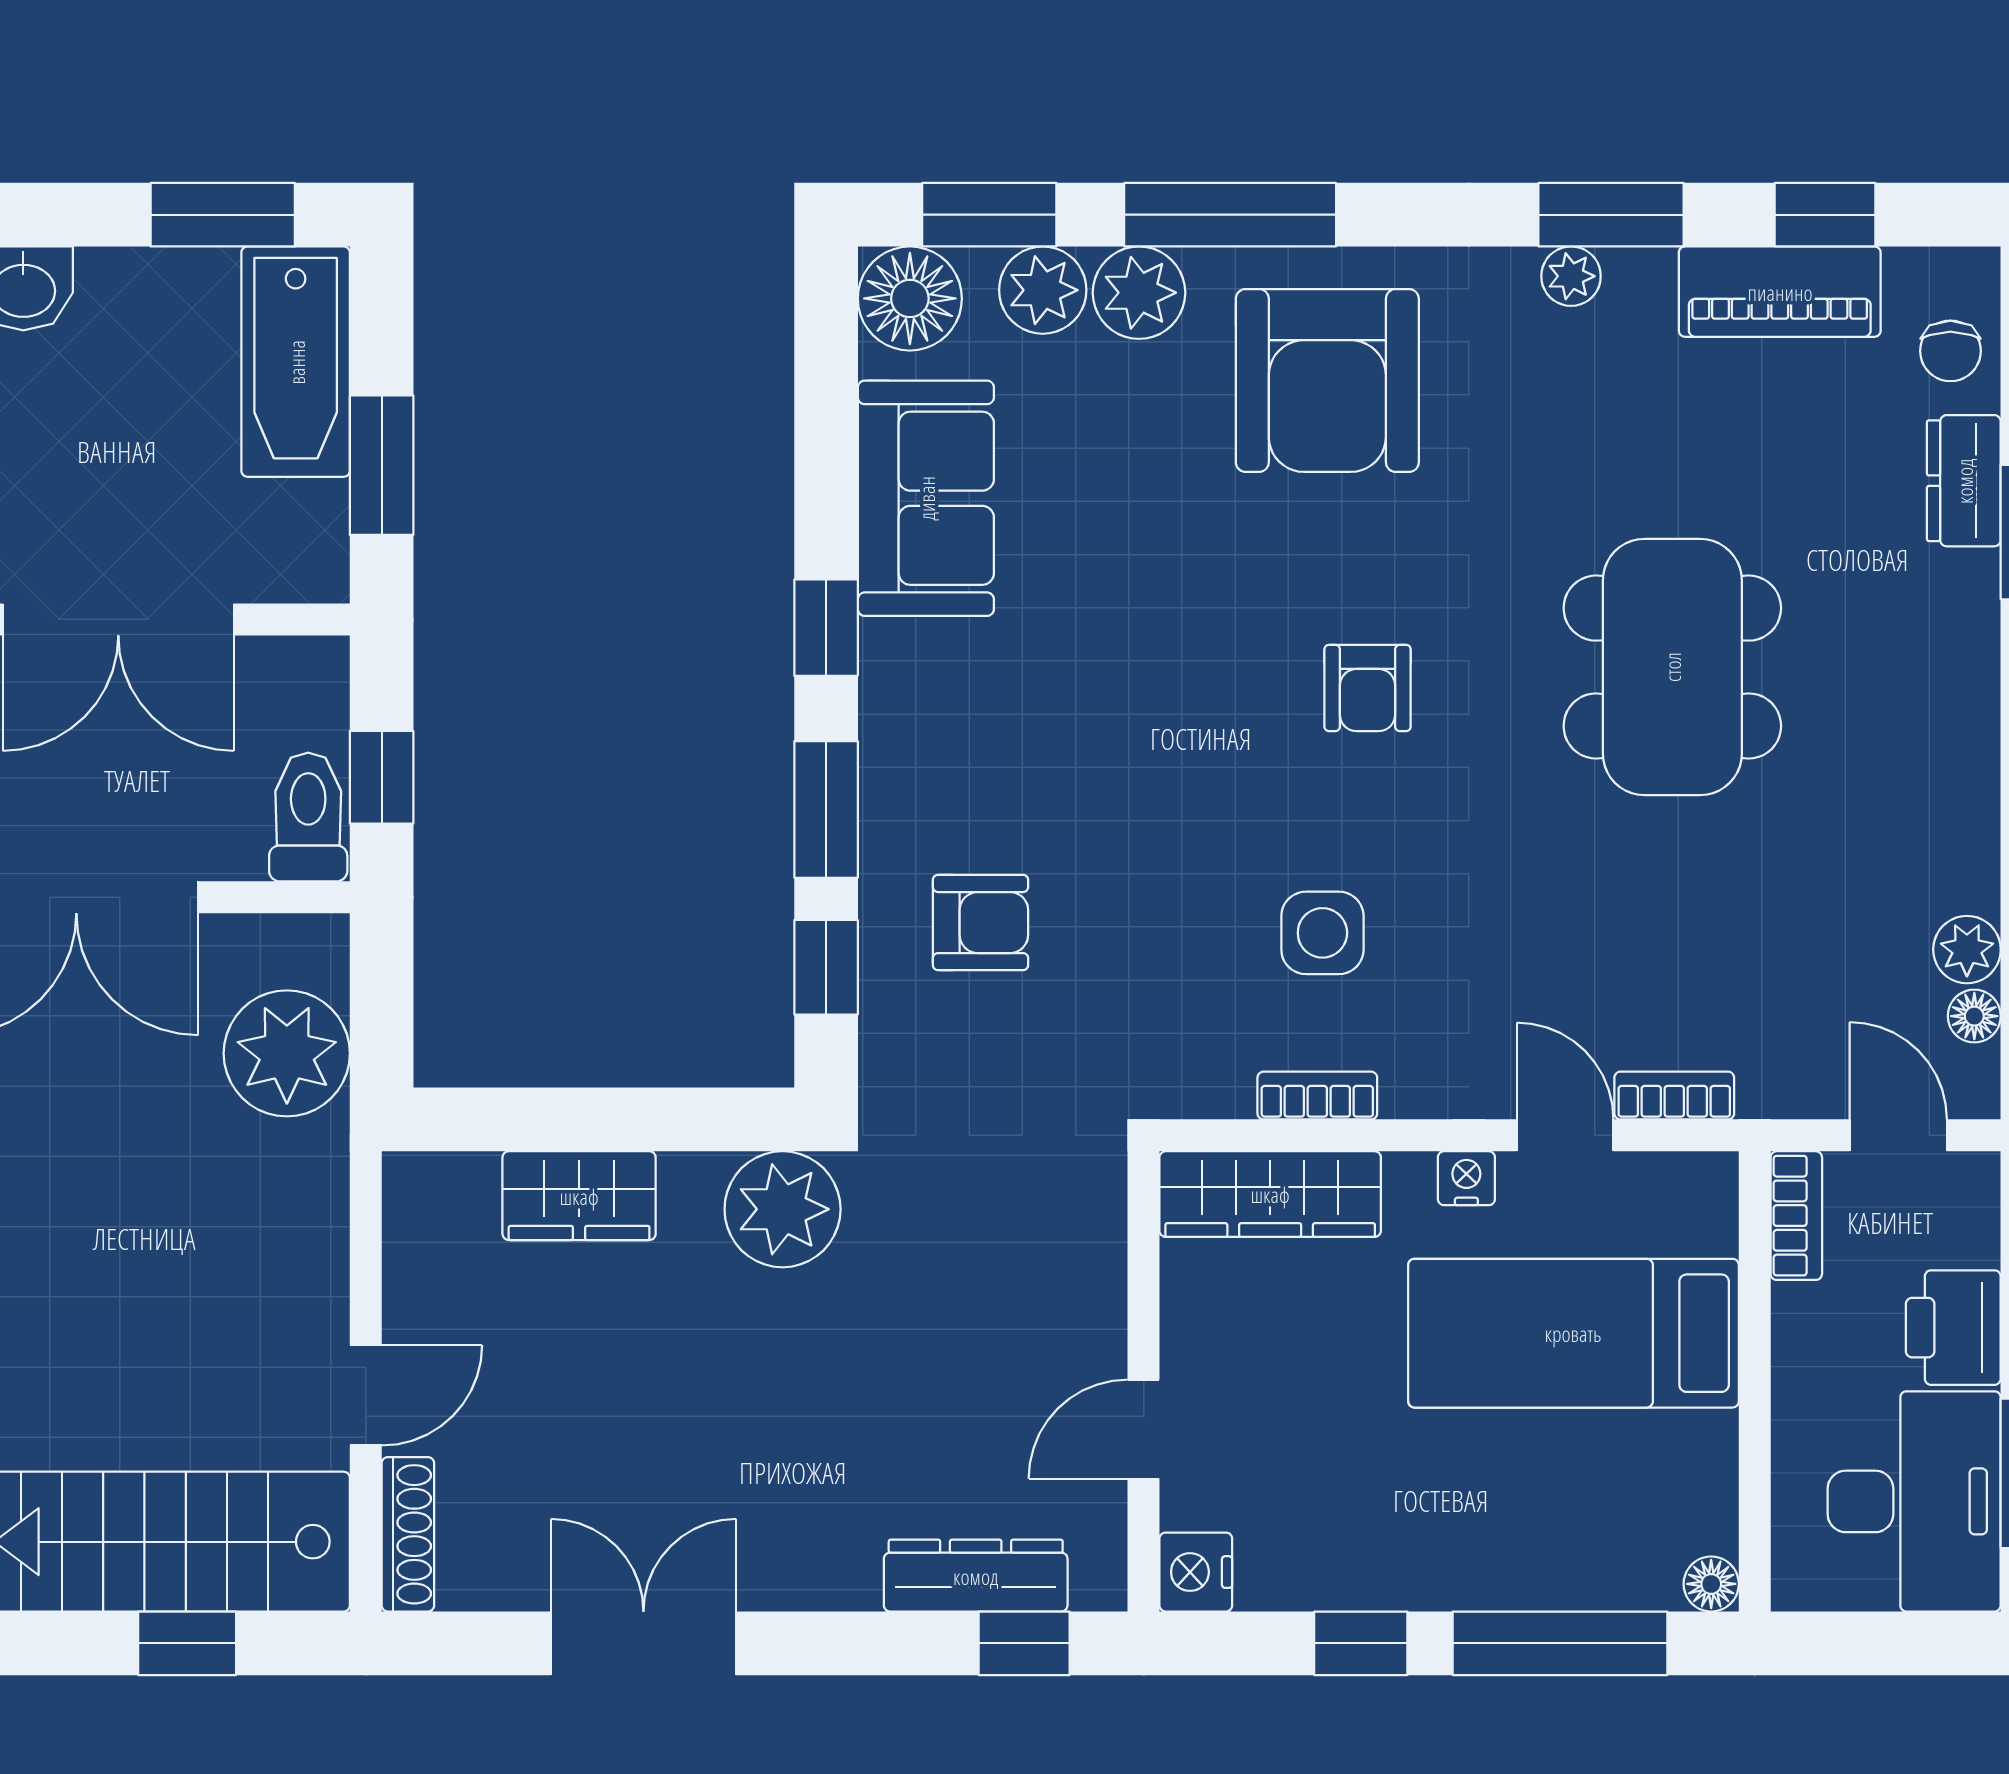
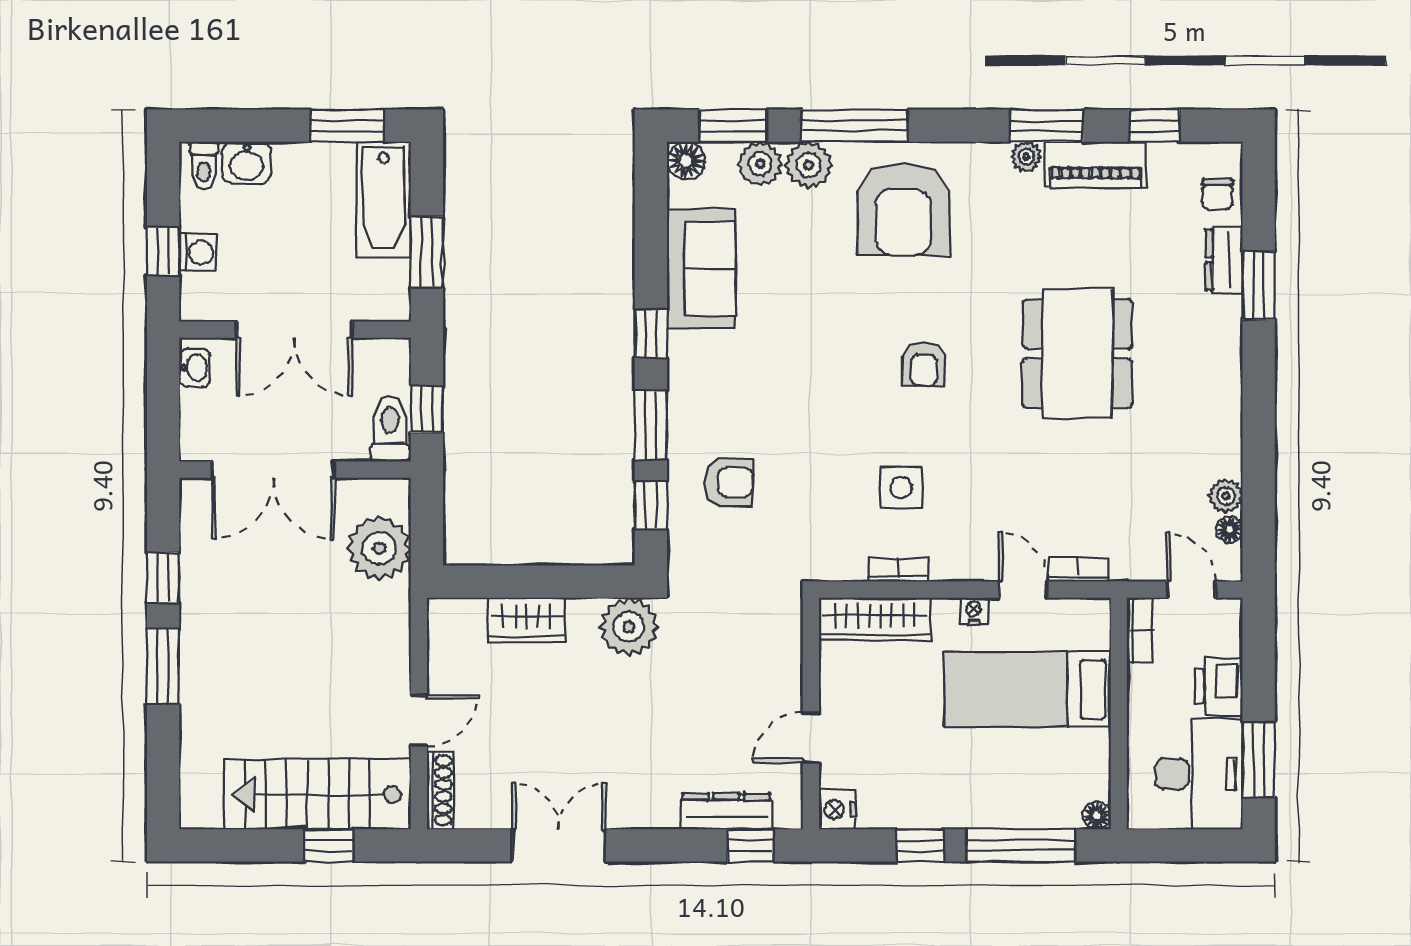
piano: (1780, 292) -> (1095, 164), moved
floor lamp: (910, 298) -> (686, 161), width x0.73, depth x0.73

